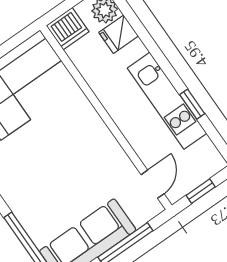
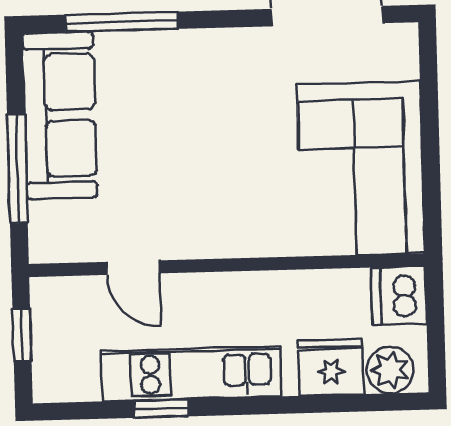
fridge: (119, 34) -> (331, 367), width x1.38
door: (153, 184) -> (133, 268), moved

